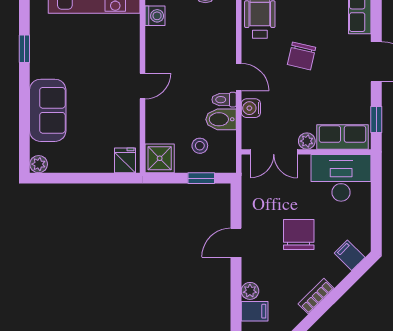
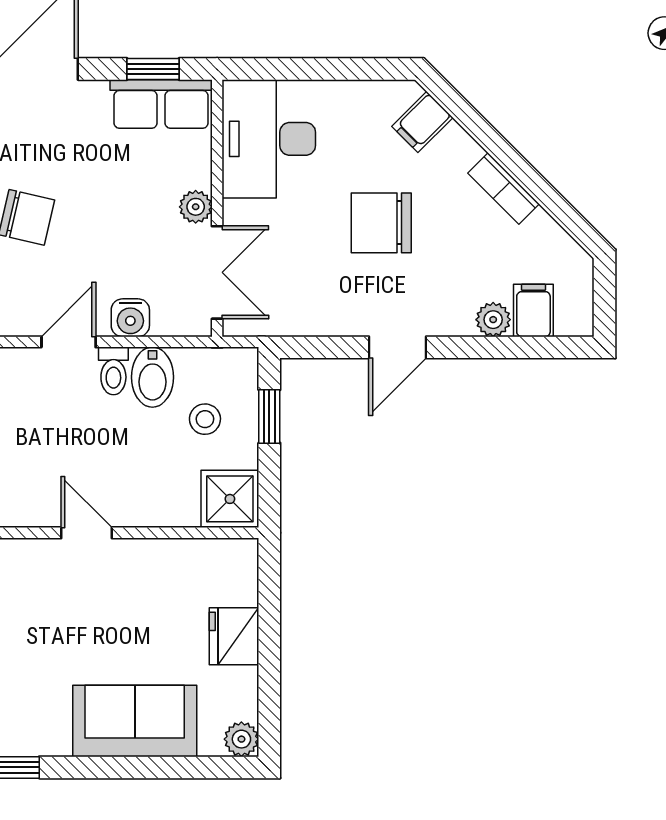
row of seats: (342, 137) -> (161, 104), moved, turned -90
fridge: (125, 160) -> (234, 636), moved, width x1.38
door: (236, 243) -> (398, 347), hinge flipped

